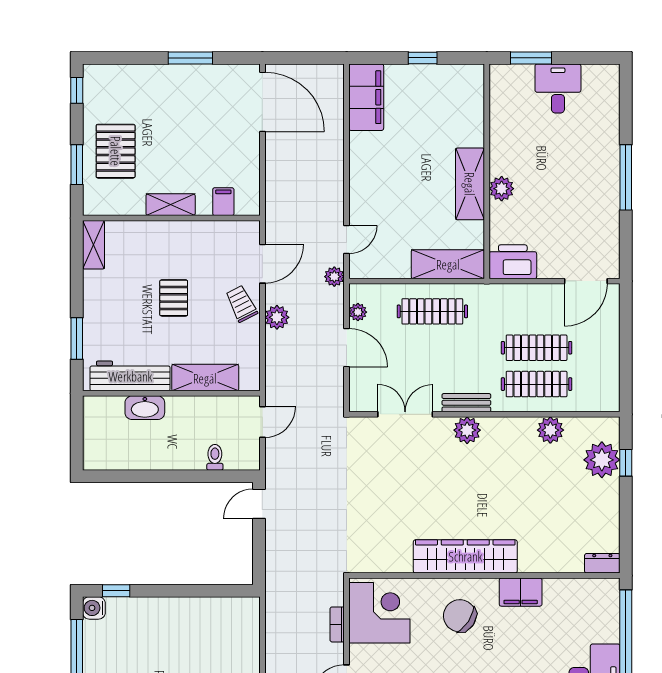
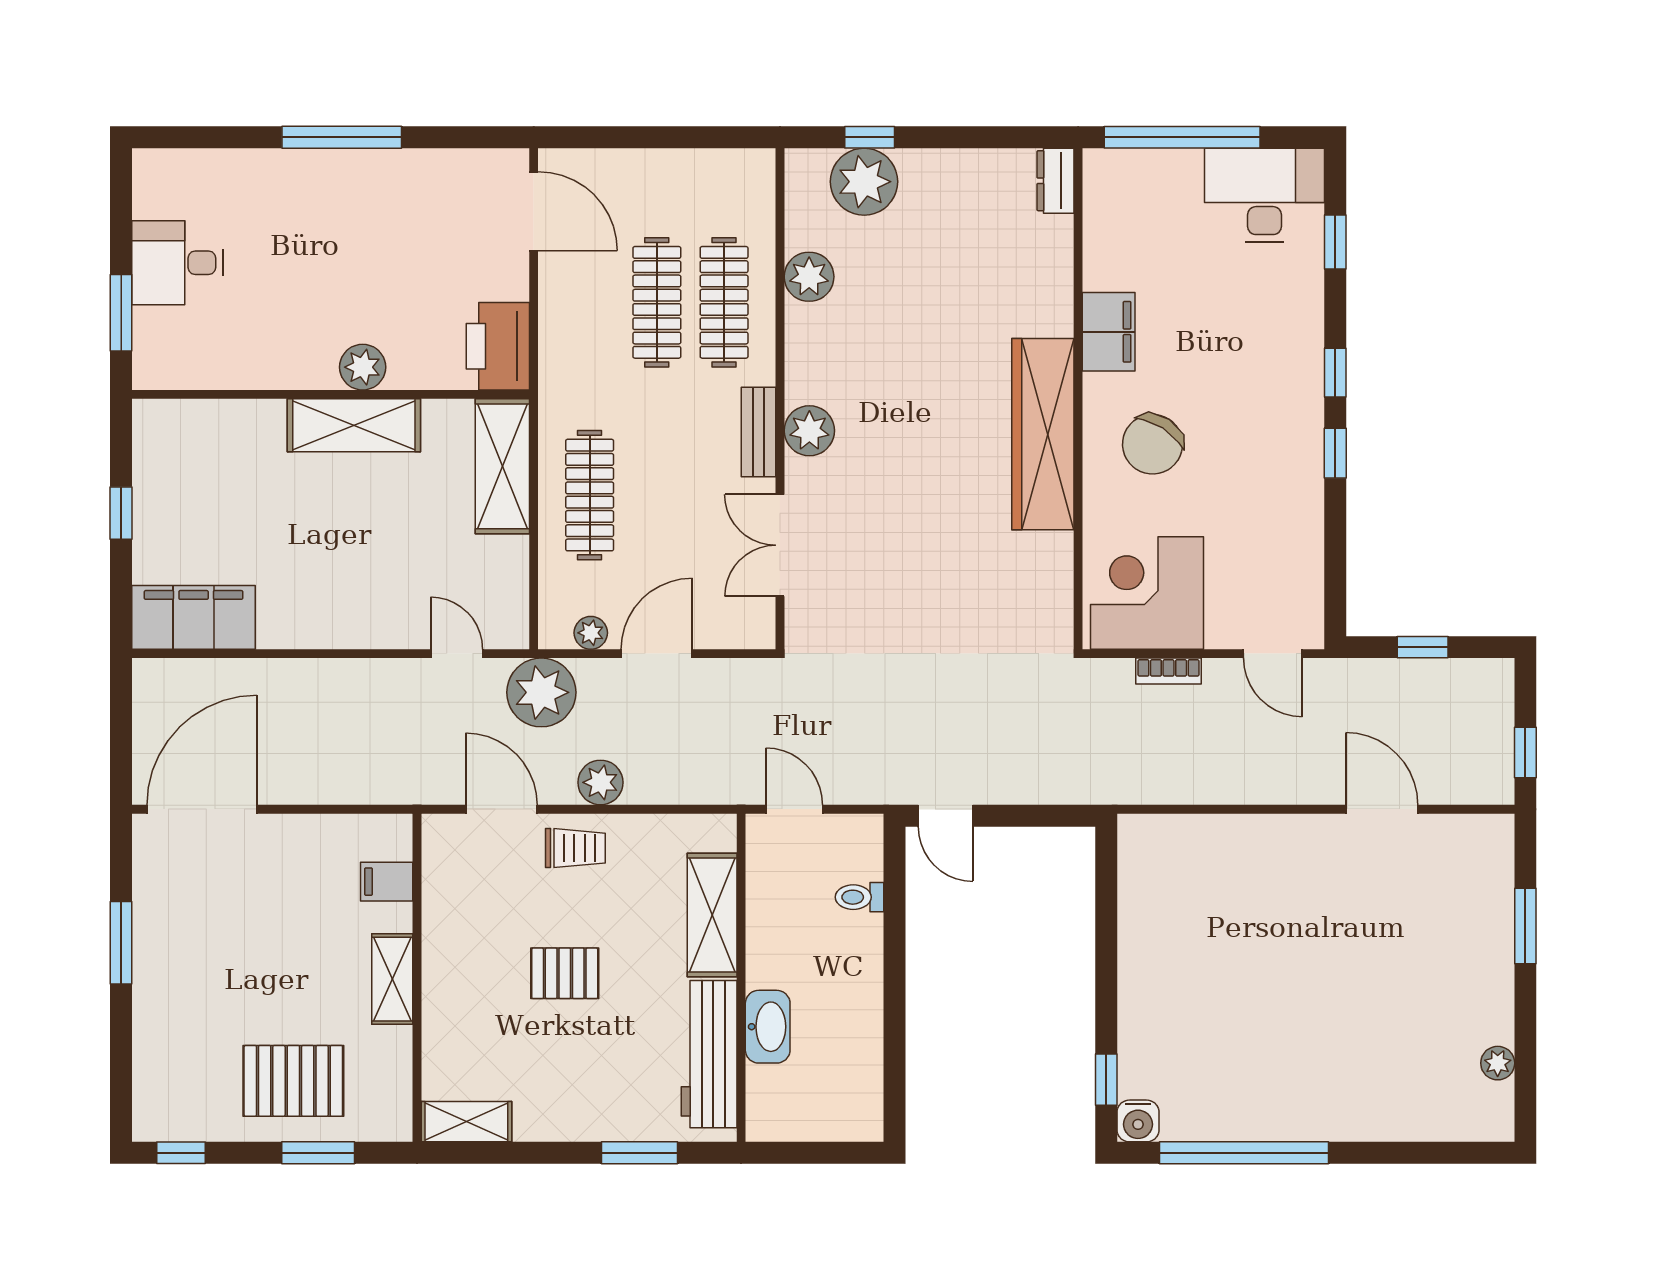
plant: (334, 277) -> (541, 692), width x1.88, depth x1.88
trolley: (241, 304) -> (575, 848), turned -153

